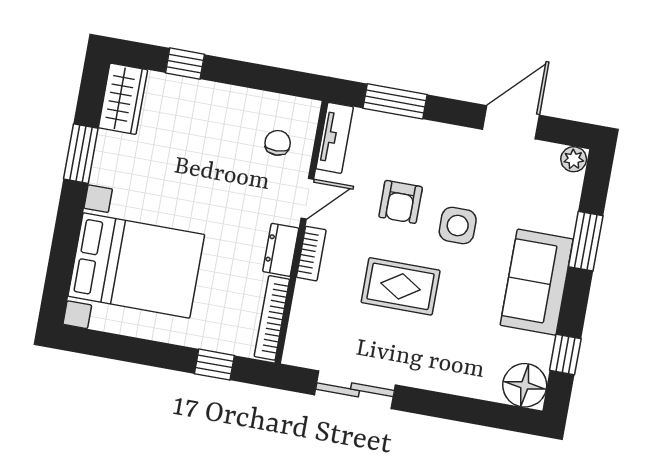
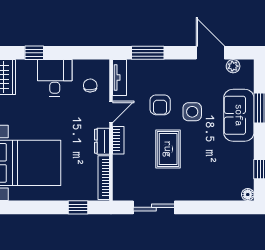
desk: (215, 117) -> (55, 78), added
door: (511, 122) -> (210, 53), hinge flipped
plant: (574, 159) -> (233, 66), moved
sofa: (537, 282) -> (239, 115), moved
rug: (401, 286) -> (168, 149), turned 90
floor lamp: (525, 385) -> (248, 195), width x0.53, depth x0.53

